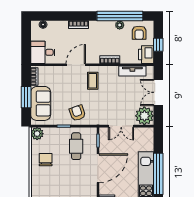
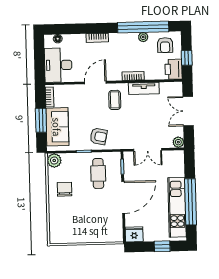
desk: (43, 52) -> (58, 65), width x1.37
tv unit: (132, 71) -> (144, 88), moved
armchair: (77, 113) -> (99, 136), turned 121
plant: (144, 116) -> (178, 142), width x0.53, depth x0.53

